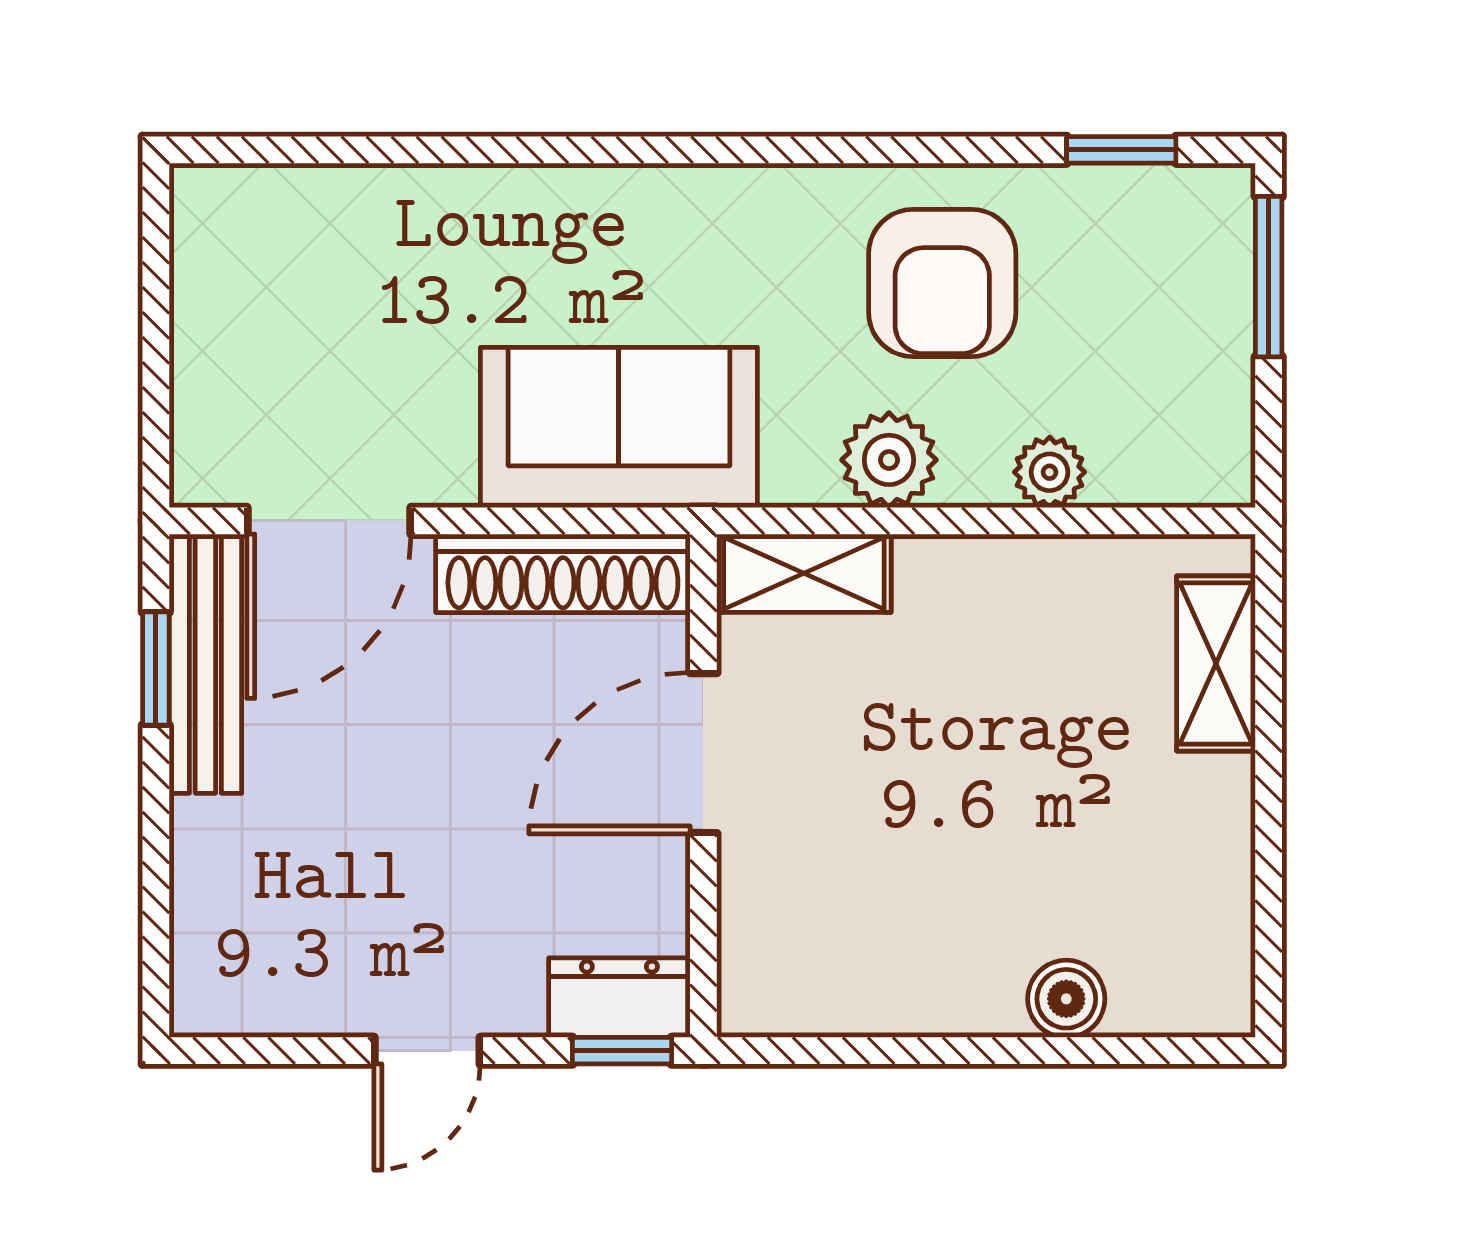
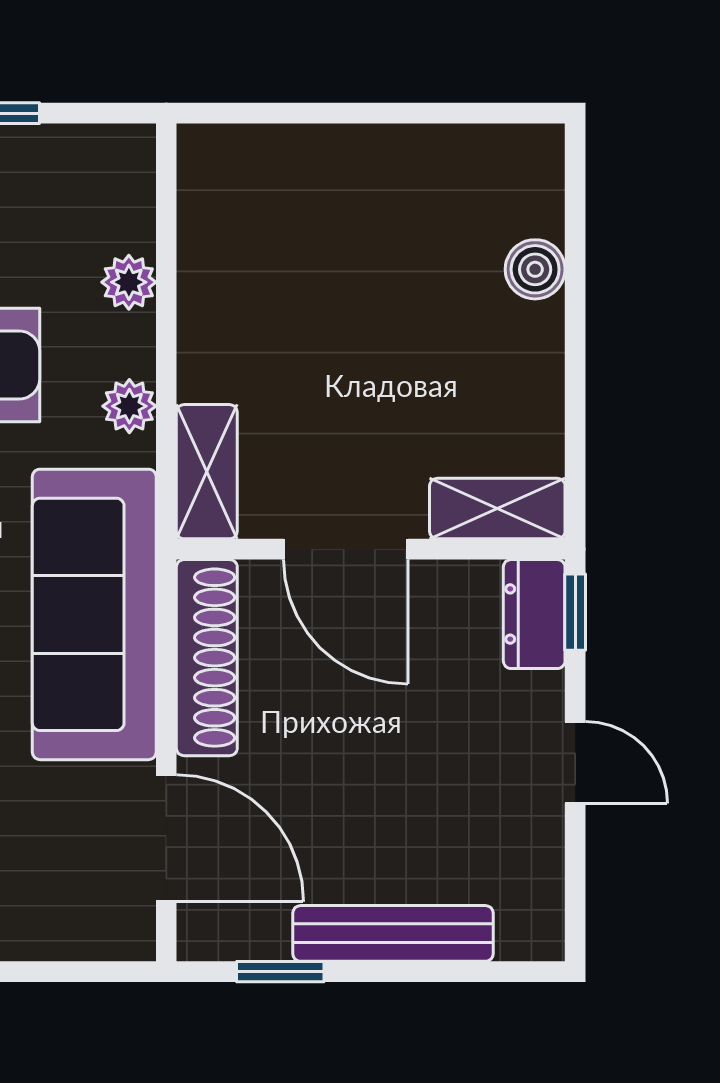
sofa: (619, 427) -> (94, 614), width x1.36
plant: (889, 460) -> (129, 406), width x0.73, depth x0.73
shelving: (1216, 663) -> (497, 509), moved
bench: (205, 664) -> (393, 933), moved

